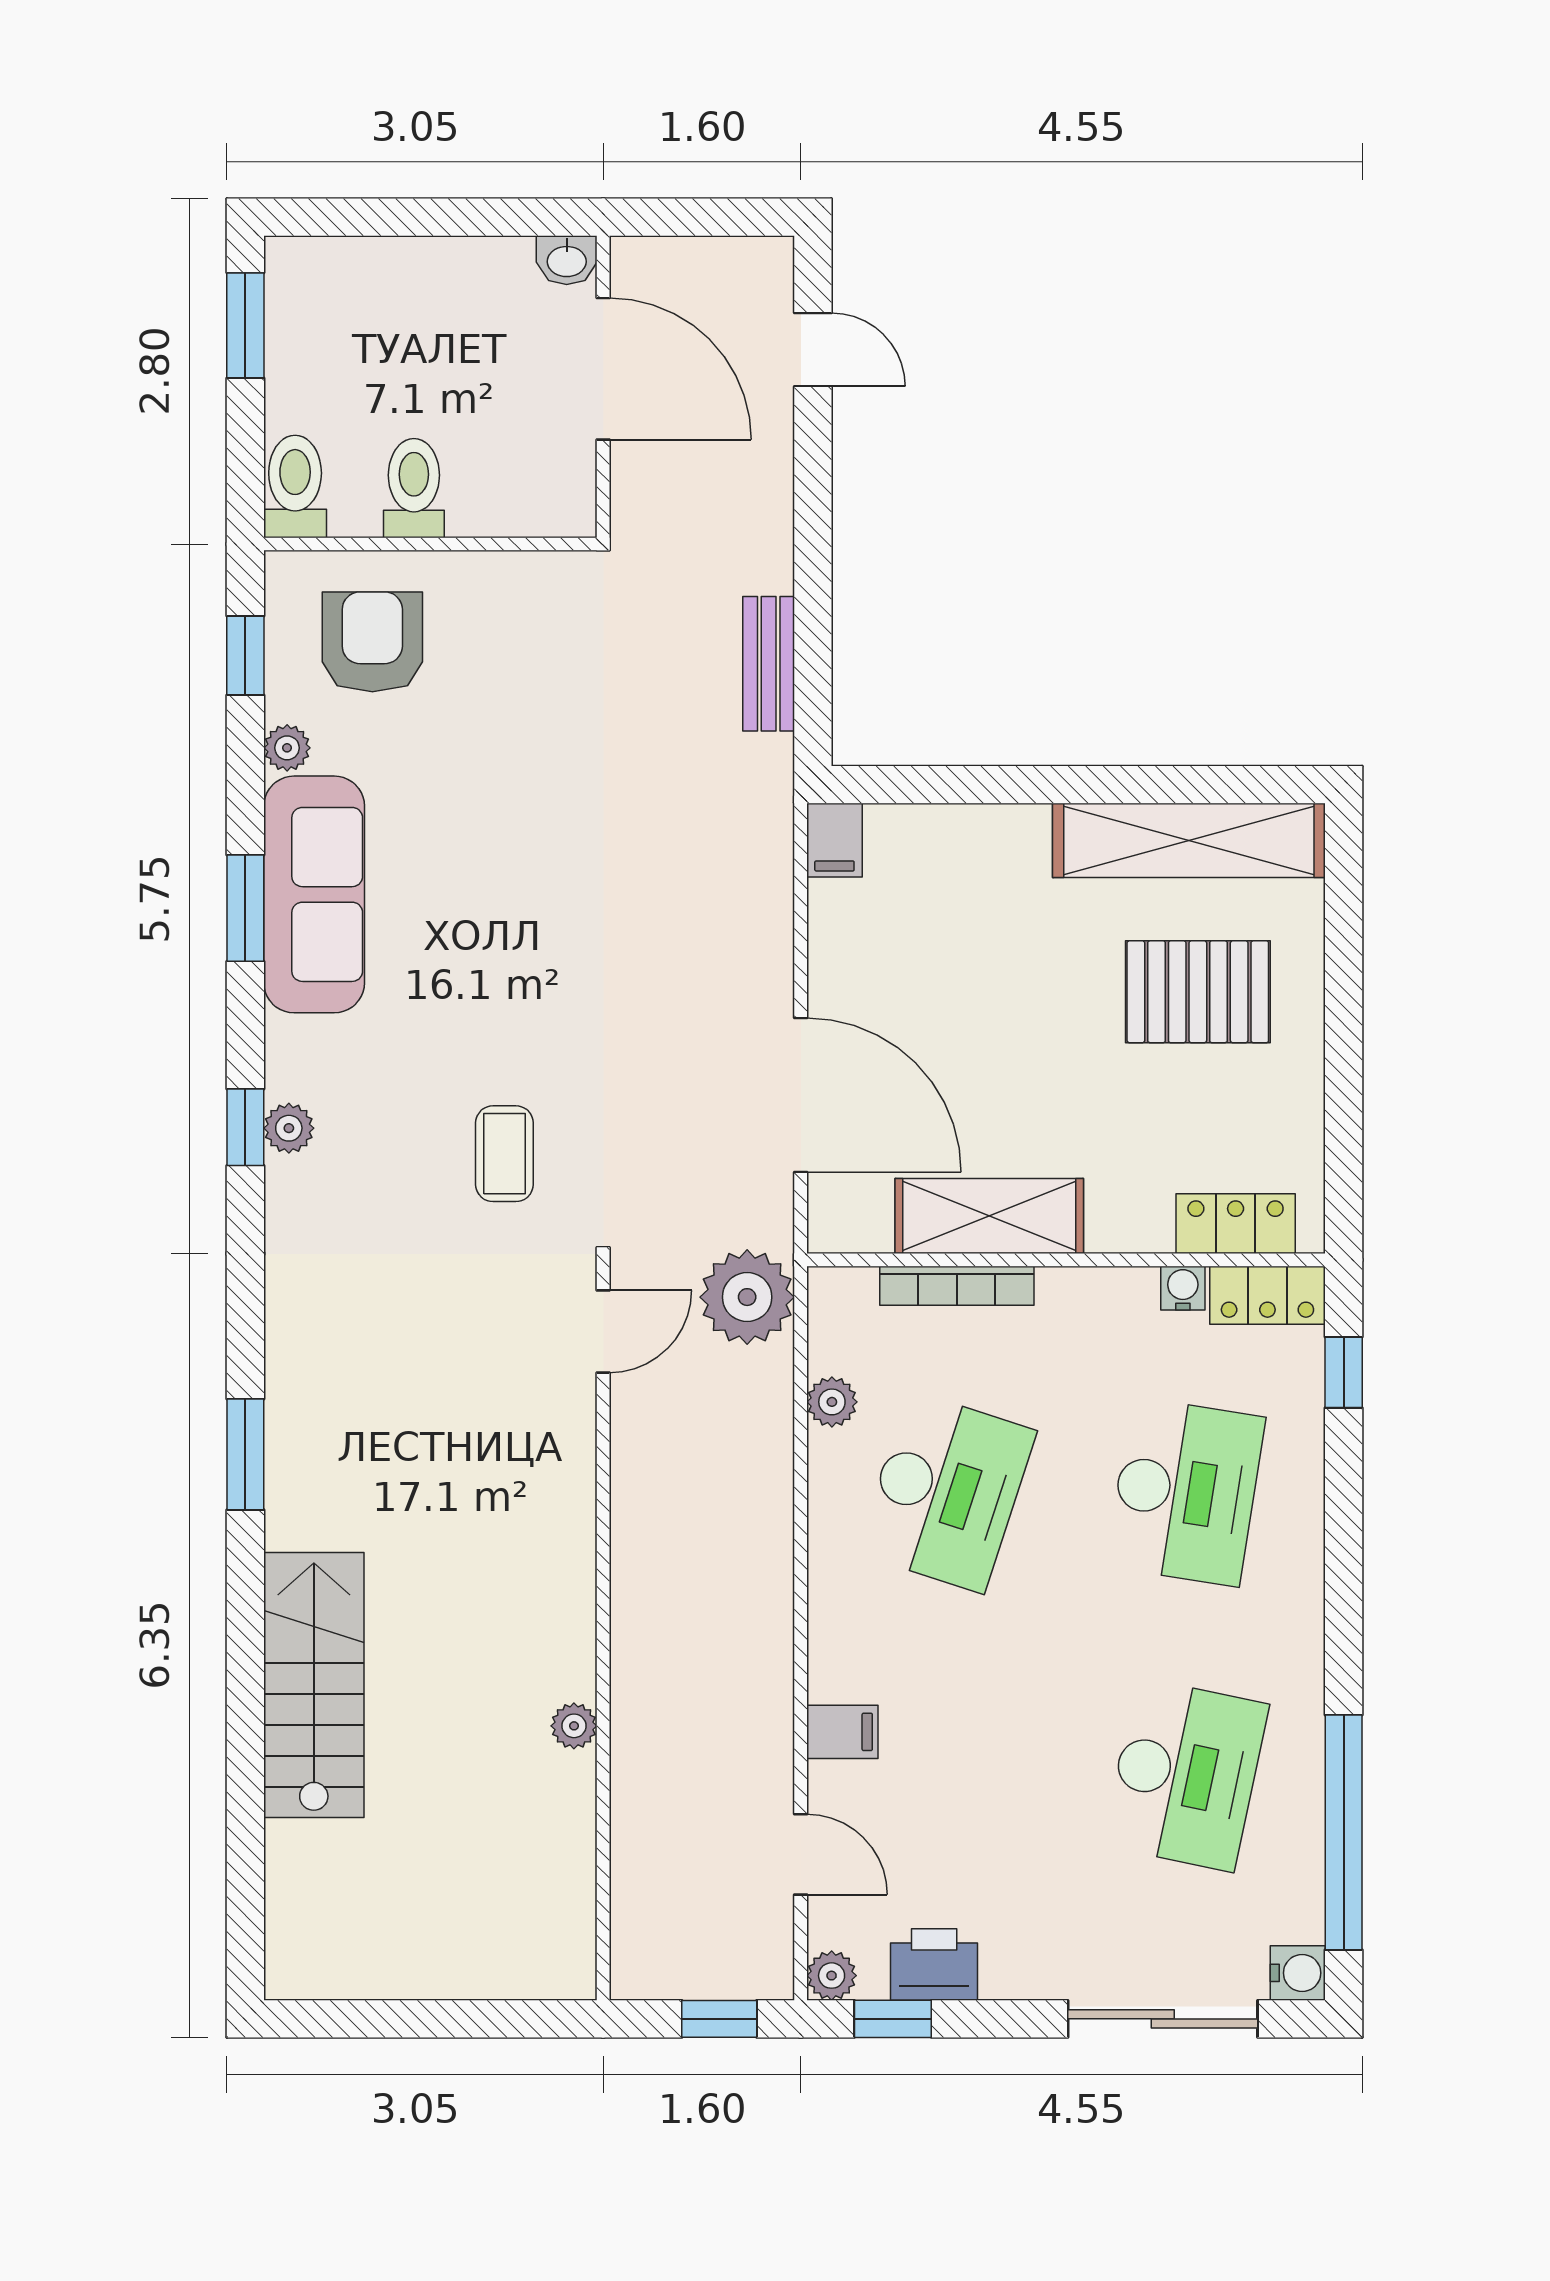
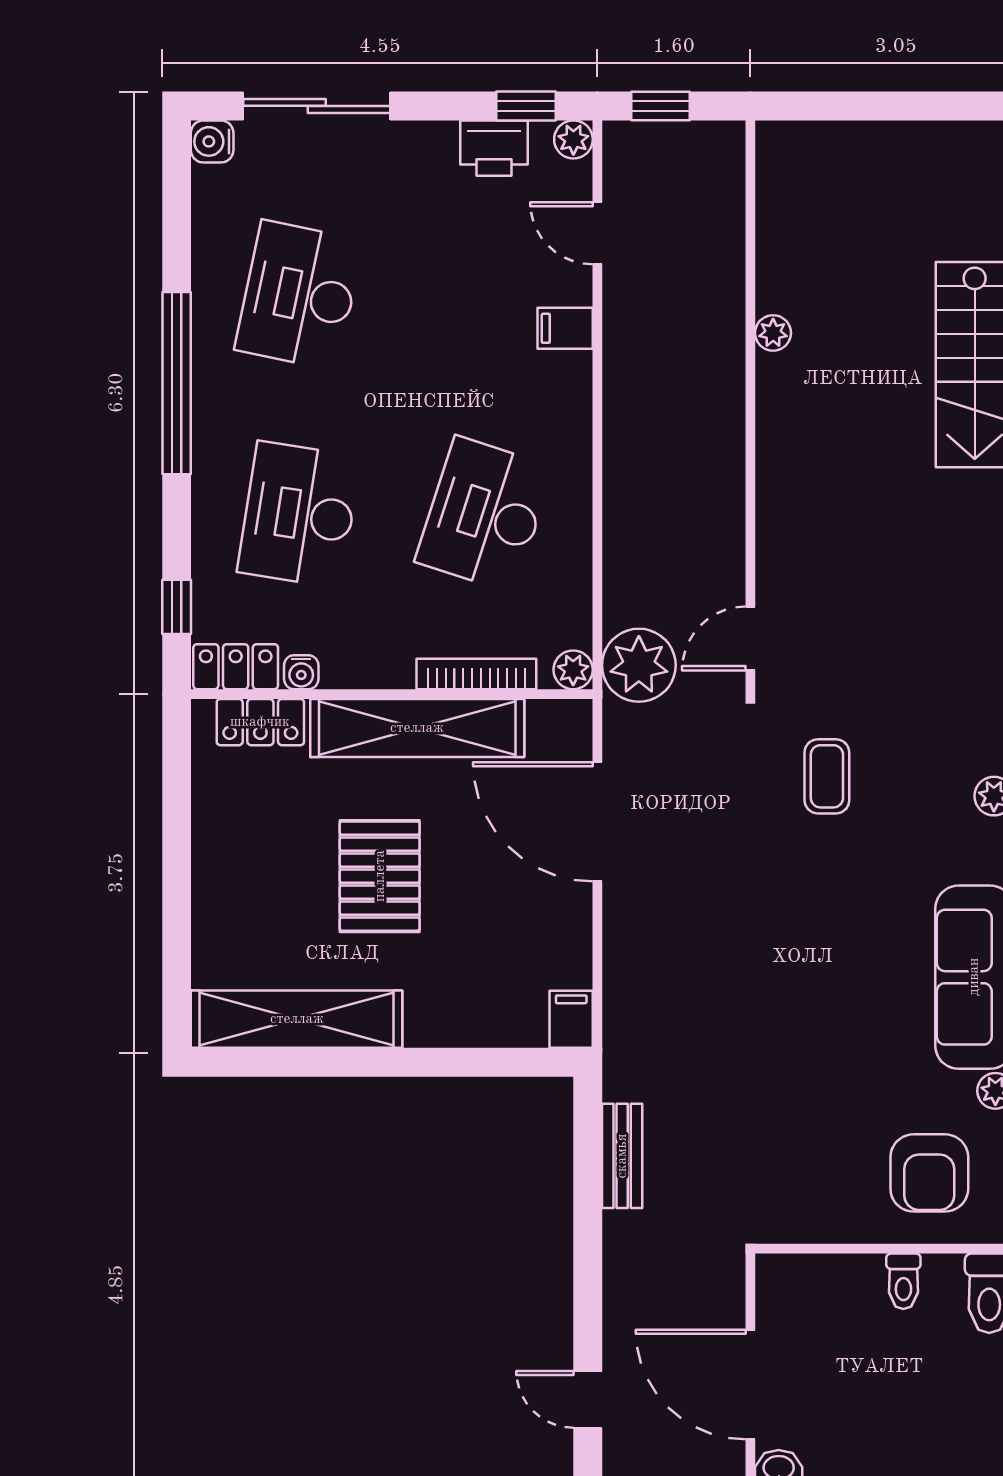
toilet: (414, 488) -> (903, 1281), width x0.73, depth x0.72
pallet: (1198, 992) -> (380, 876), moved, turned 90
shelving: (989, 1216) -> (417, 728), width x1.47
plant: (832, 1402) -> (573, 670), moved
window: (1344, 1832) -> (177, 383), moved

